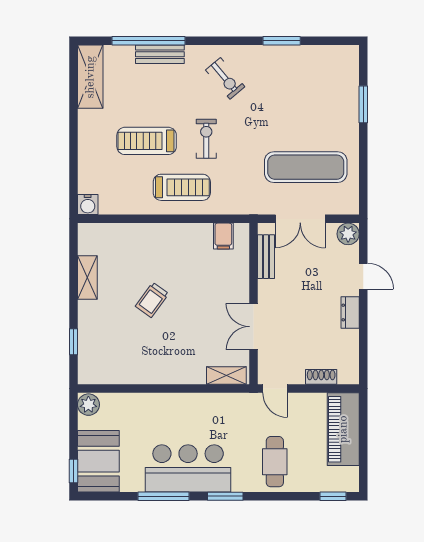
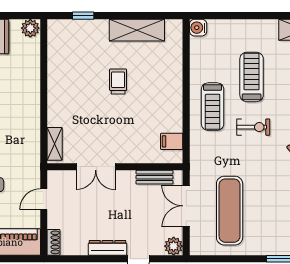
shelving: (87, 277) -> (137, 30), width x1.50, depth x1.33
trolley: (152, 300) -> (118, 82), turned 54
dresser: (350, 313) -> (108, 248), width x1.44
double door: (254, 327) -> (96, 167), swing flipped
shoe rack: (321, 377) -> (54, 242), moved
door: (275, 389) -> (44, 199), moved

